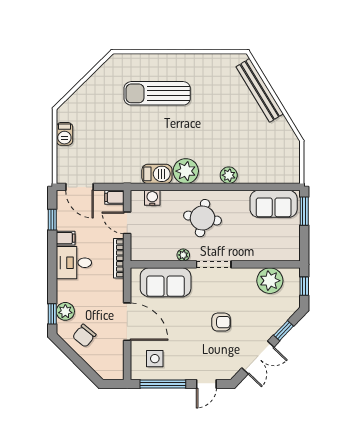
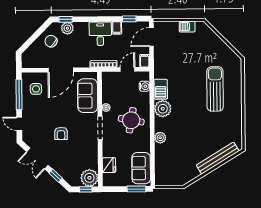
fridge: (269, 252) -> (109, 165), added
plant: (270, 281) -> (89, 178), moved

